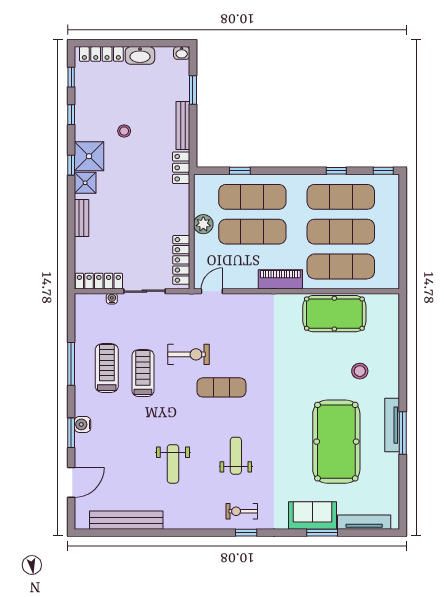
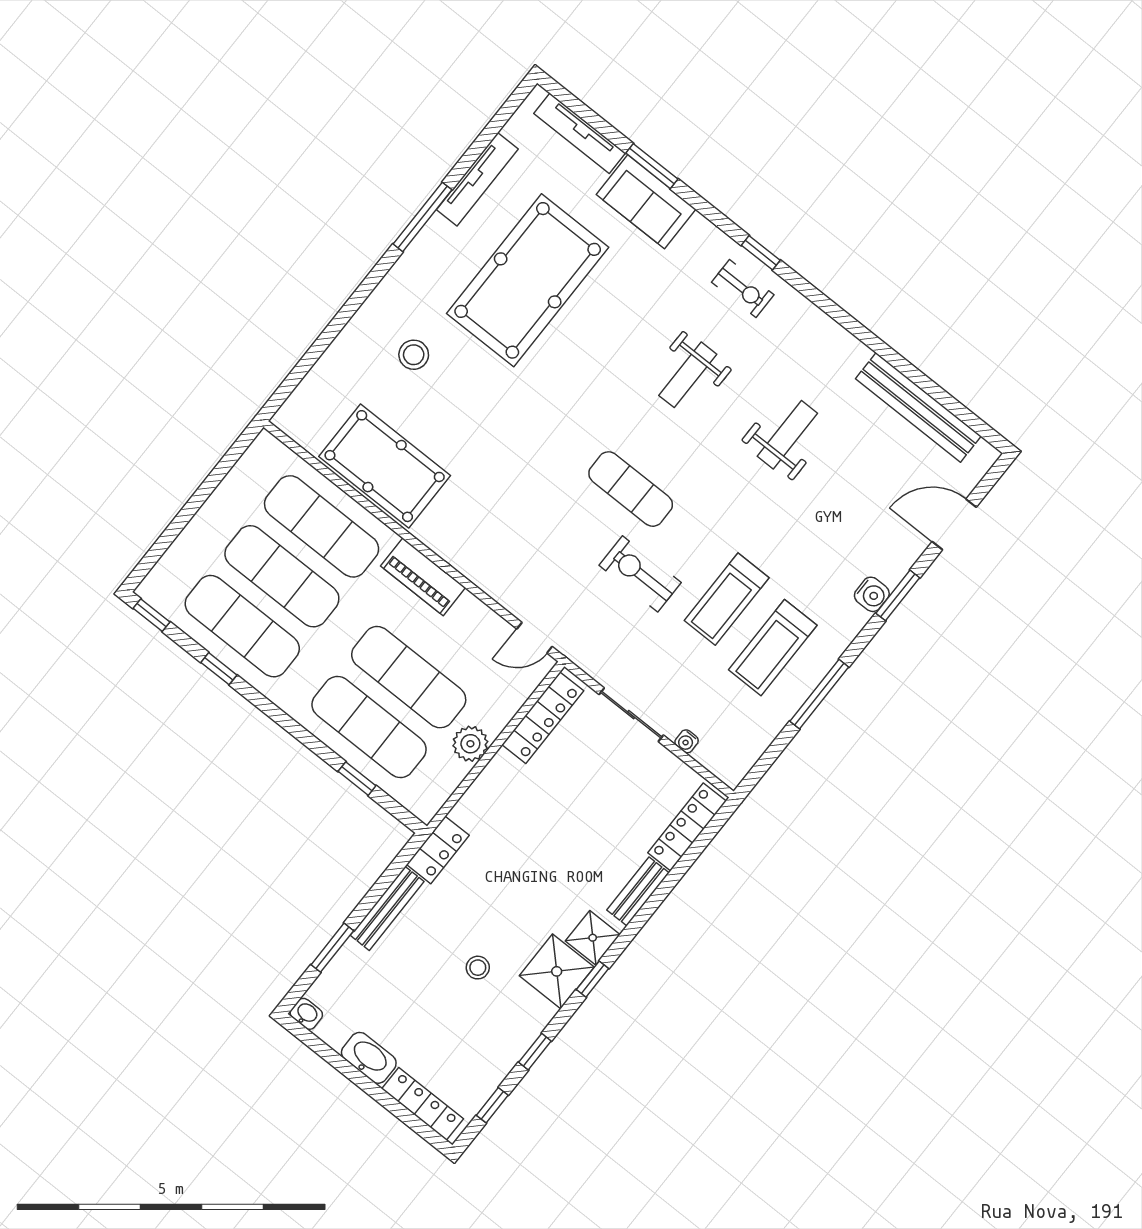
locker: (99, 281) -> (687, 827), moved, turned 90
tv unit: (392, 425) -> (477, 179), moved

